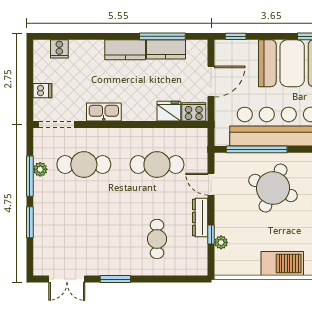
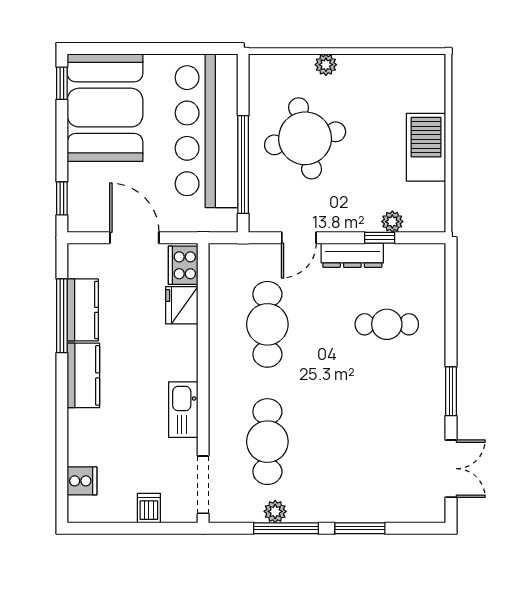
round table: (273, 188) -> (305, 138), turned -35
barbecue: (282, 264) -> (426, 147), moved

